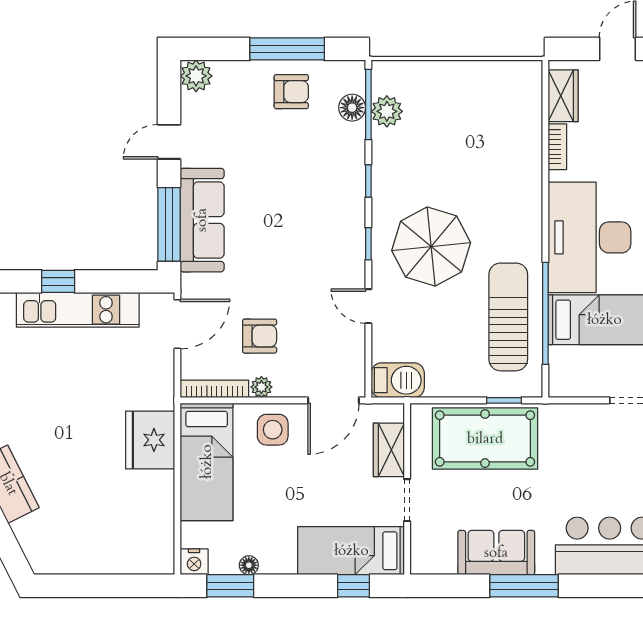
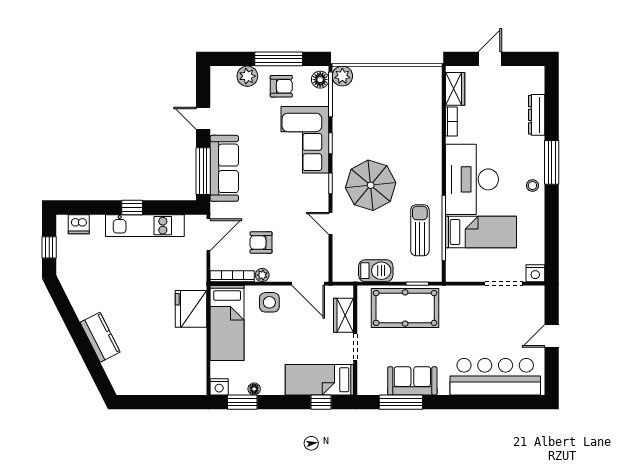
plant: (196, 76) -> (247, 76), moved
floor lamp: (352, 108) -> (320, 80), moved
plant: (387, 111) -> (342, 76), moved
door: (169, 142) -> (203, 118), hinge flipped
corner sofa: (328, 175) -> (305, 140), added
sun lounger: (508, 317) -> (420, 230), width x0.73, depth x0.75
armchair: (260, 336) -> (261, 242), turned 180
barbecue: (398, 380) -> (376, 271), moved
door: (333, 400) -> (308, 284), hinge flipped
window: (524, 586) -> (401, 402), moved

